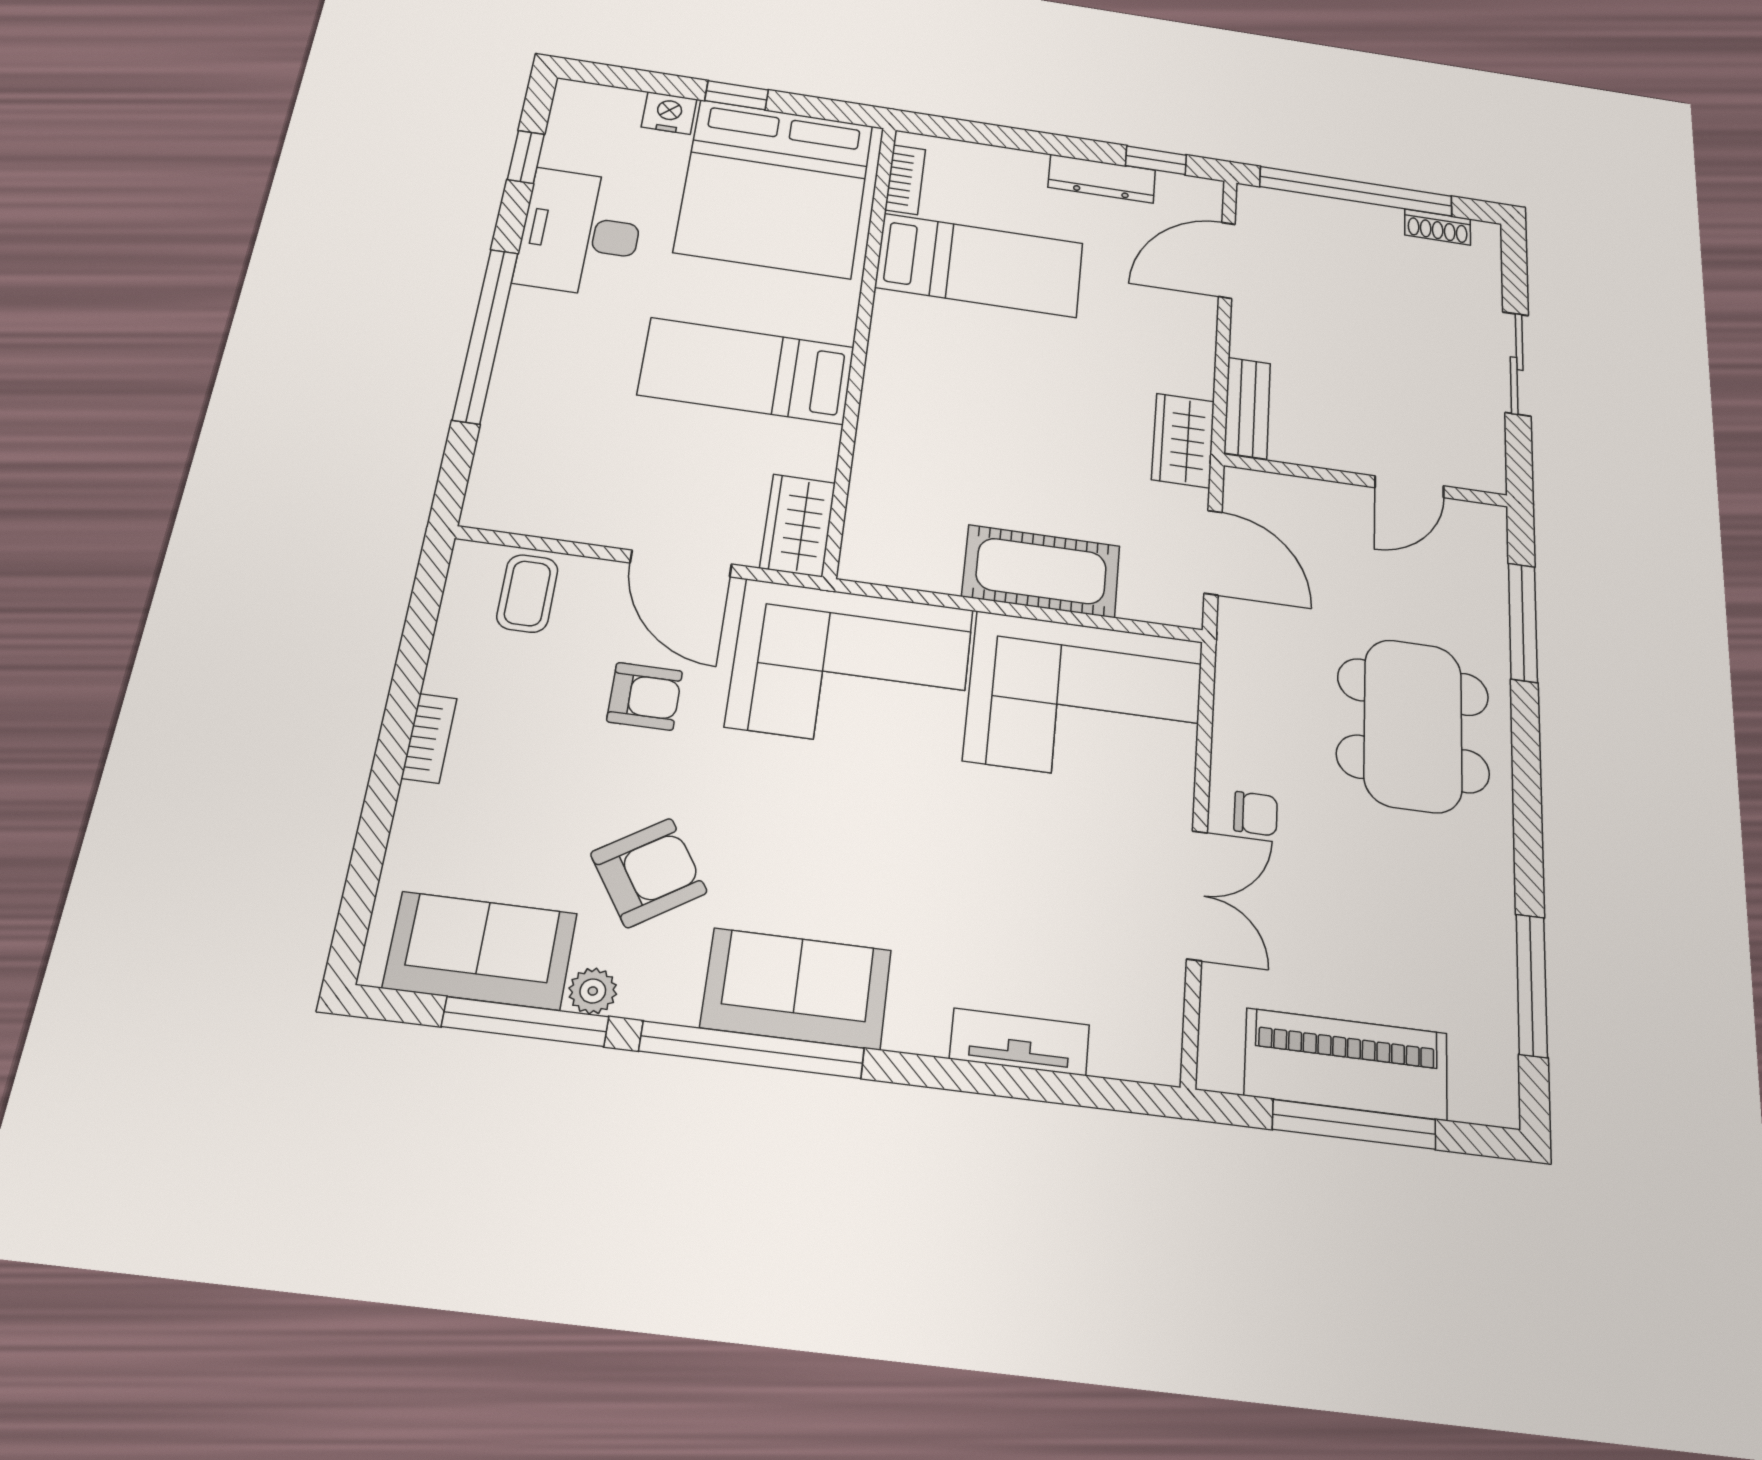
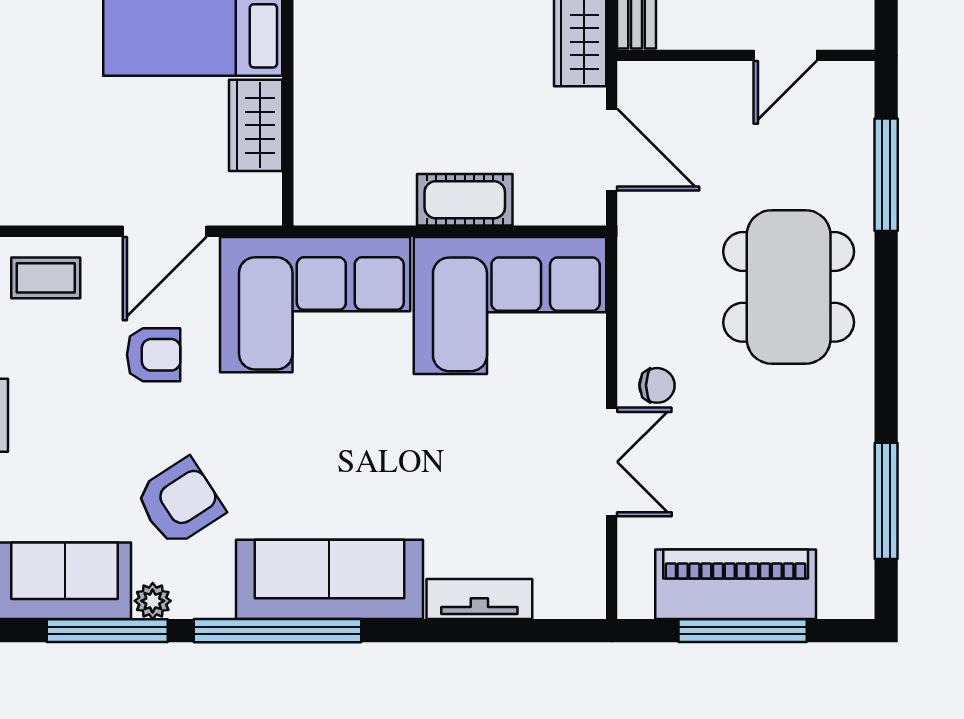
wardrobe: (798, 525) -> (256, 125), moved
door: (681, 563) -> (165, 231), hinge flipped
cot: (1041, 571) -> (465, 200), width x0.73, depth x0.75
coffee table: (527, 593) -> (46, 278), turned 90
sofa: (796, 989) -> (329, 579), width x1.36

